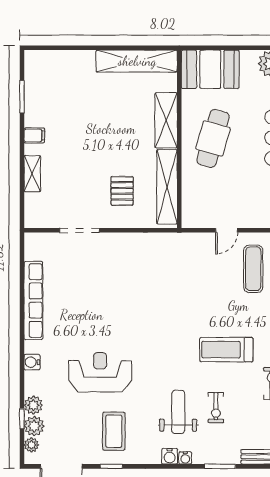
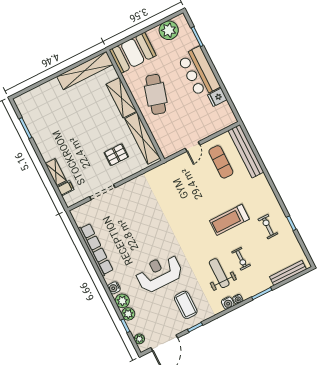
filing cabinet: (34, 135) -> (65, 188), moved
pallet: (122, 191) -> (116, 155), turned 90
plant: (34, 426) -> (122, 301), moved

